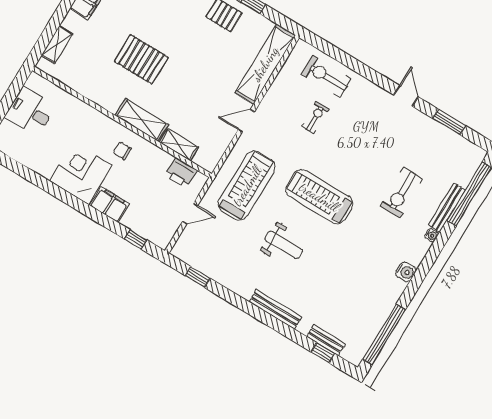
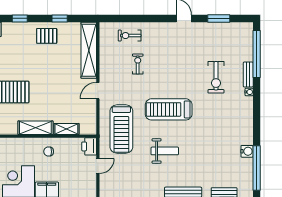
exercise bike: (326, 77) -> (130, 36), width x0.73, depth x0.72
chair: (122, 151) -> (49, 152), moved
printer: (181, 173) -> (89, 146), moved, turned 90
treadmill: (247, 186) -> (121, 129), turned 180
bench: (447, 207) -> (248, 75), width x0.73
water cooler: (406, 272) -> (247, 151), moved

